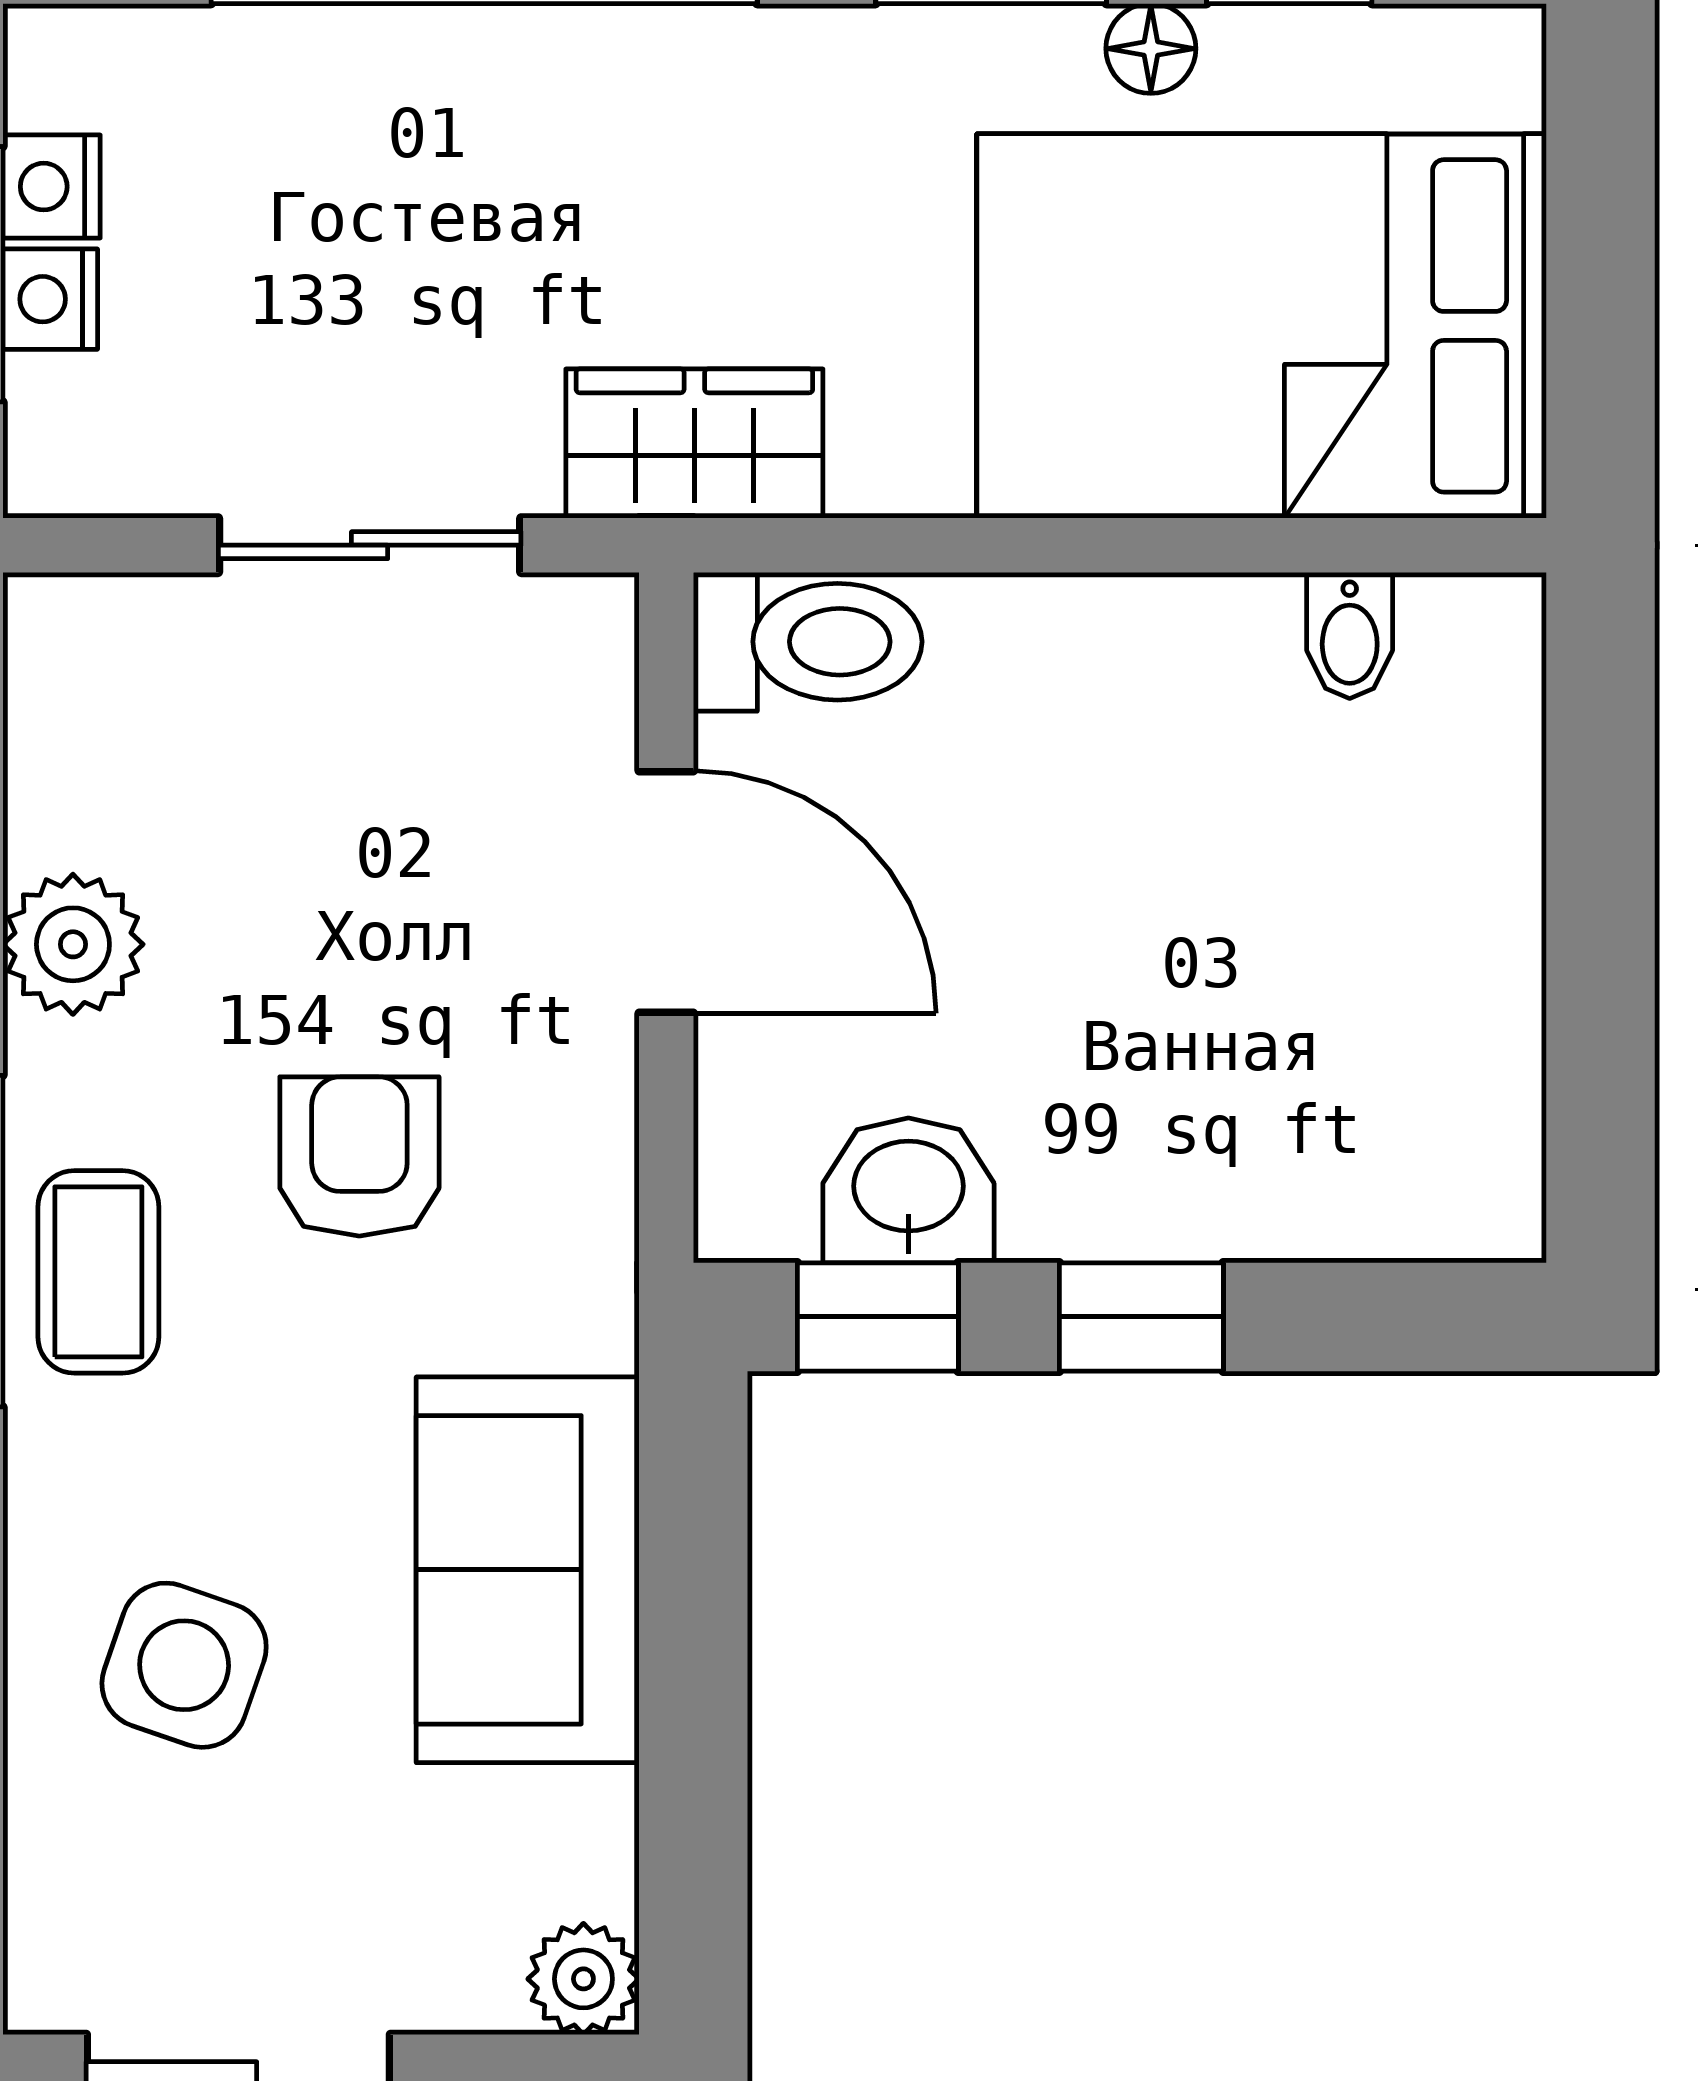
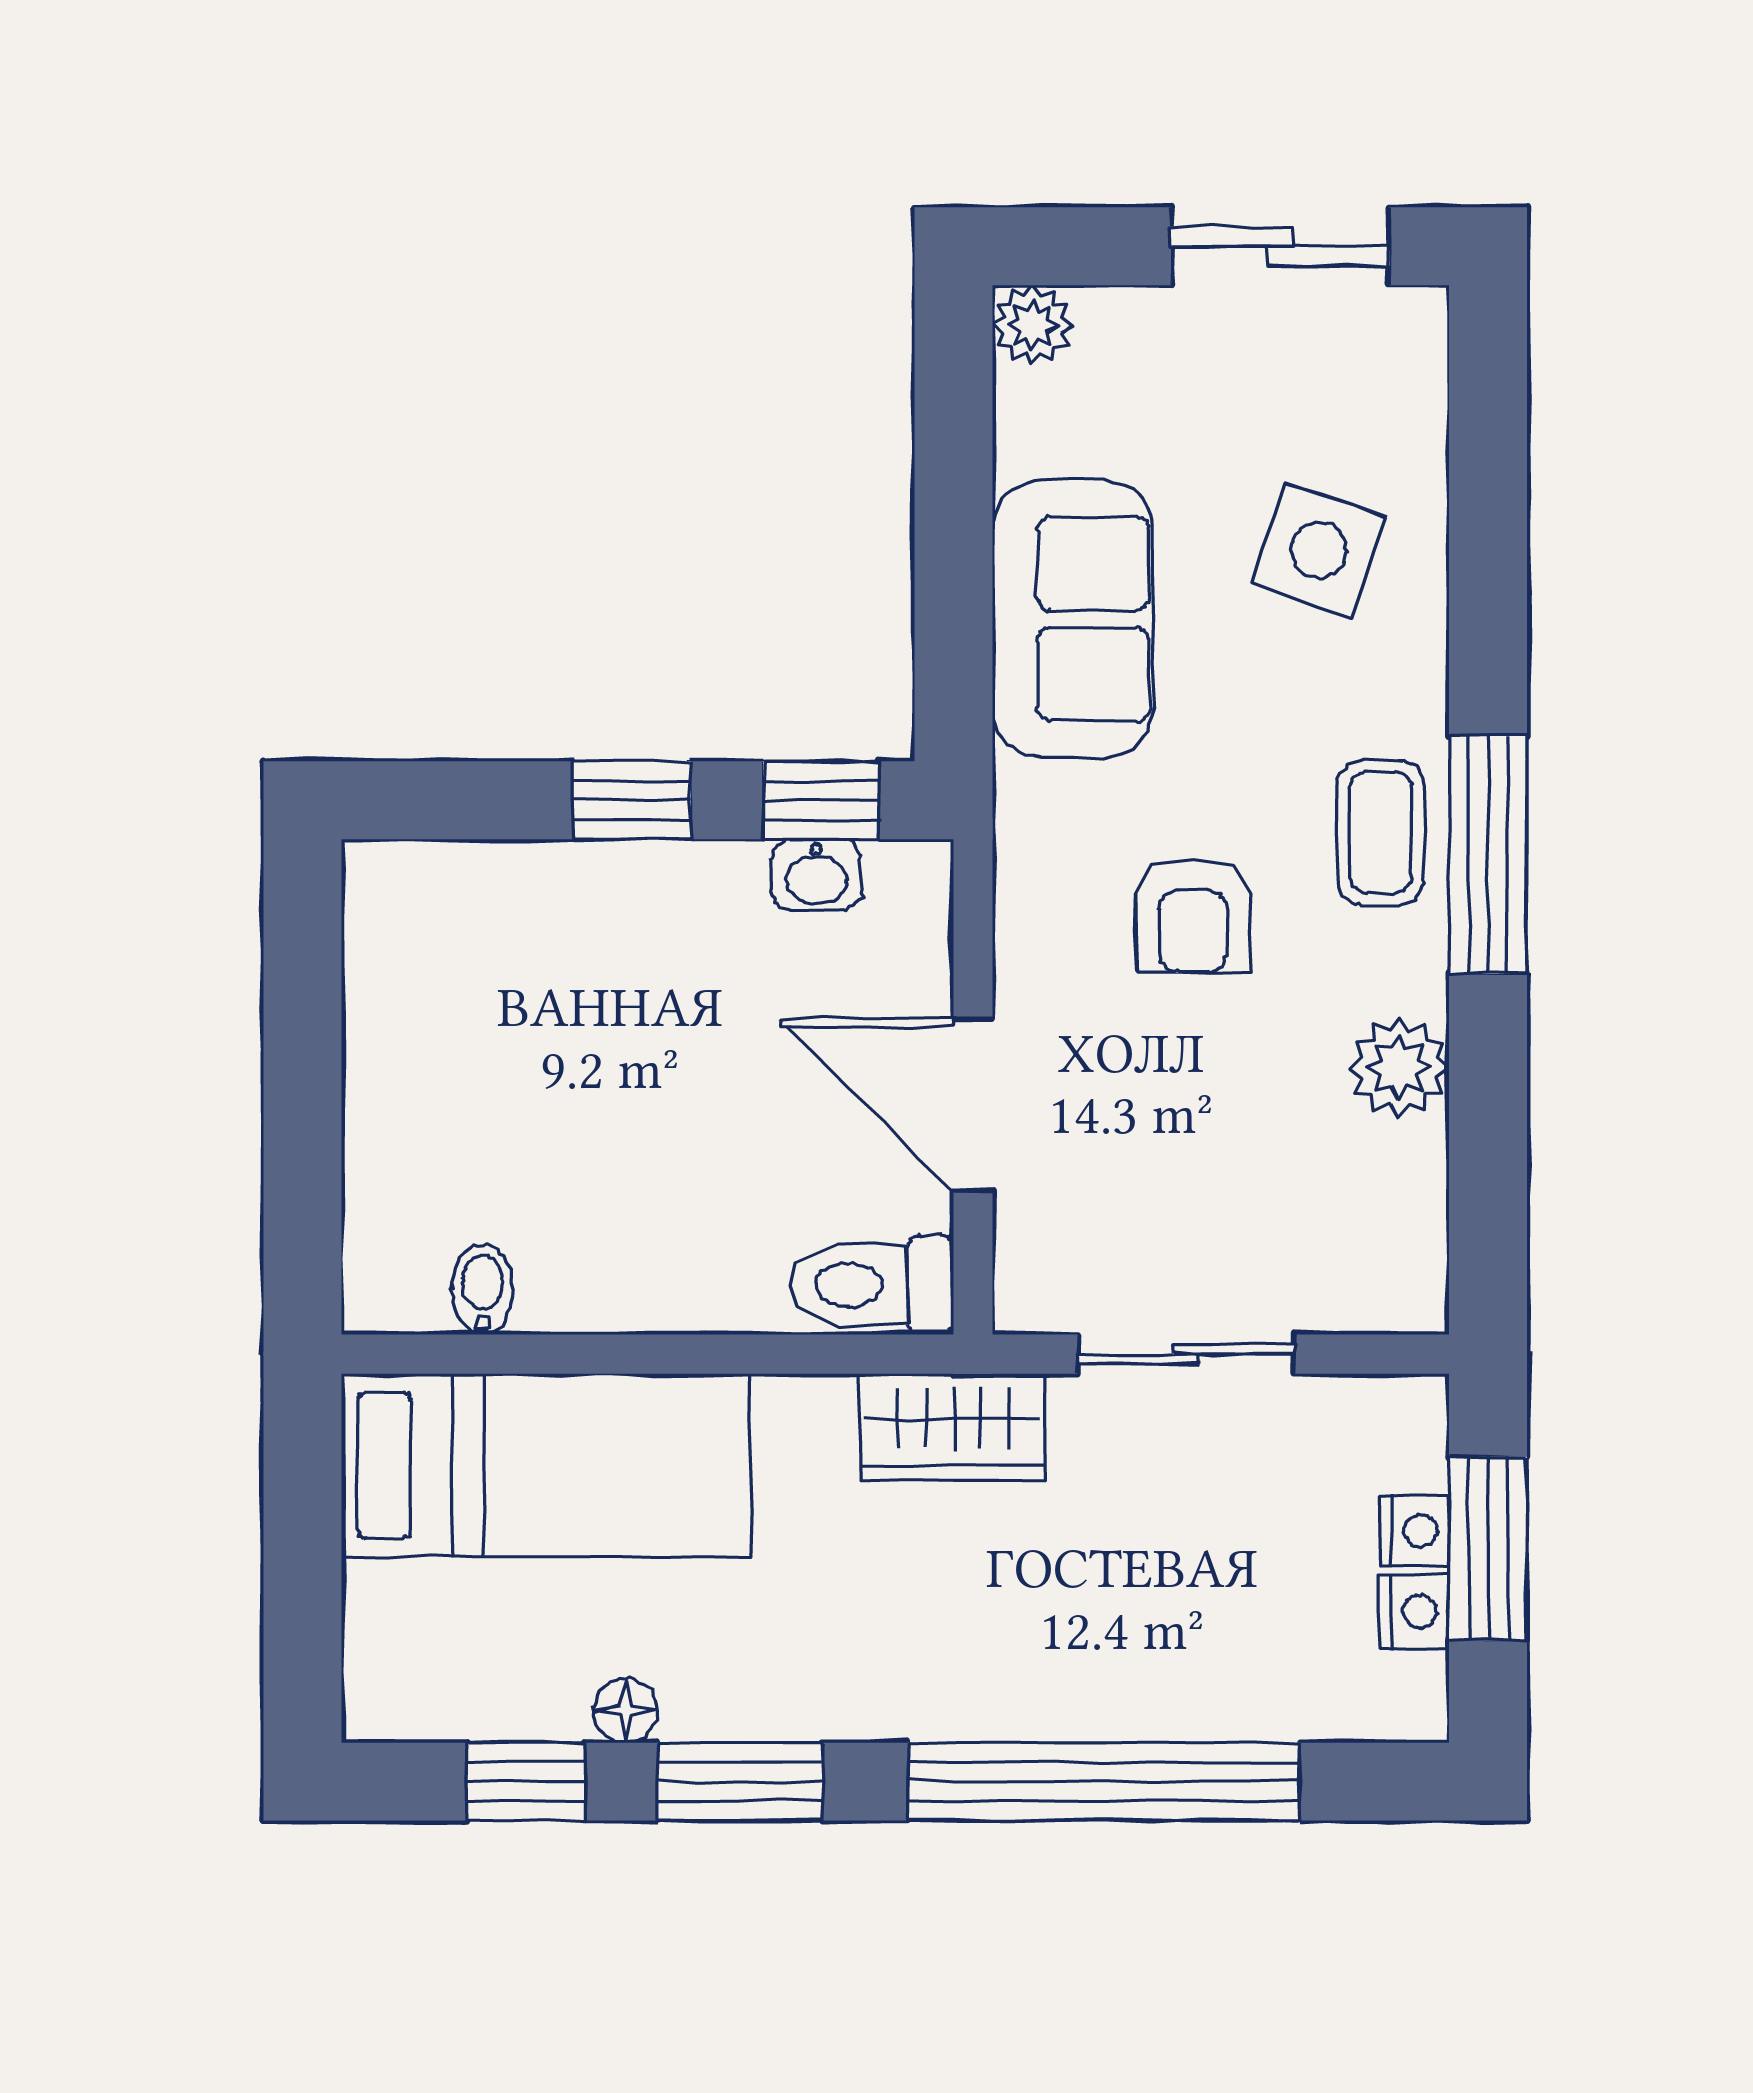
bed: (1262, 326) -> (546, 1465), width x0.67
washbasin: (908, 1190) -> (816, 875), width x0.72, depth x0.69

